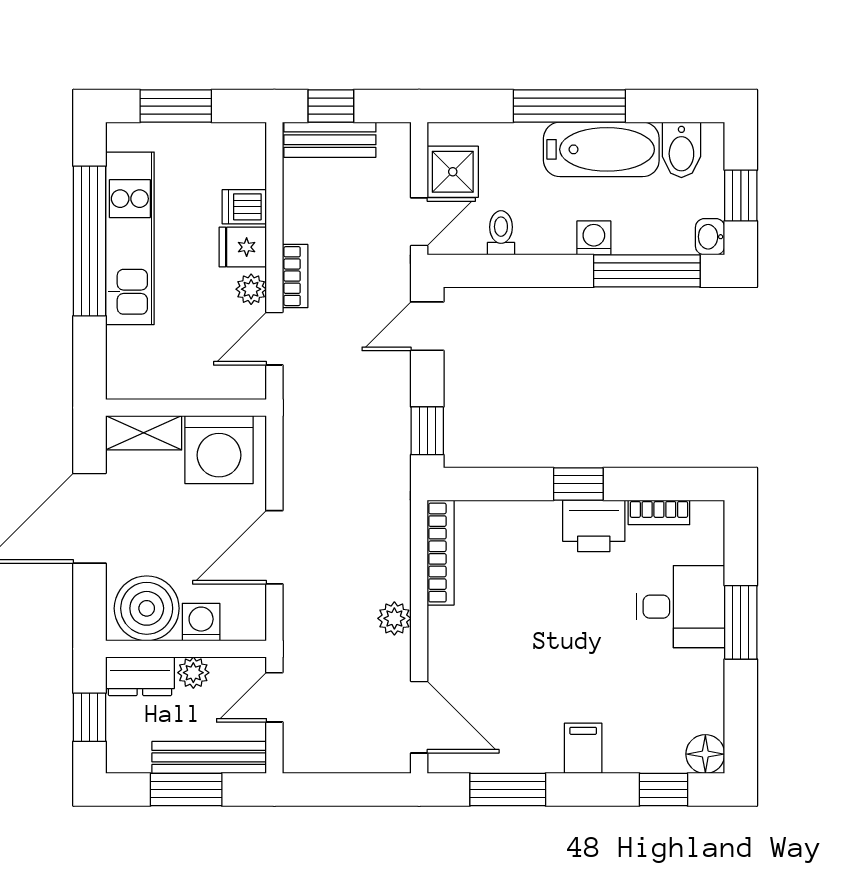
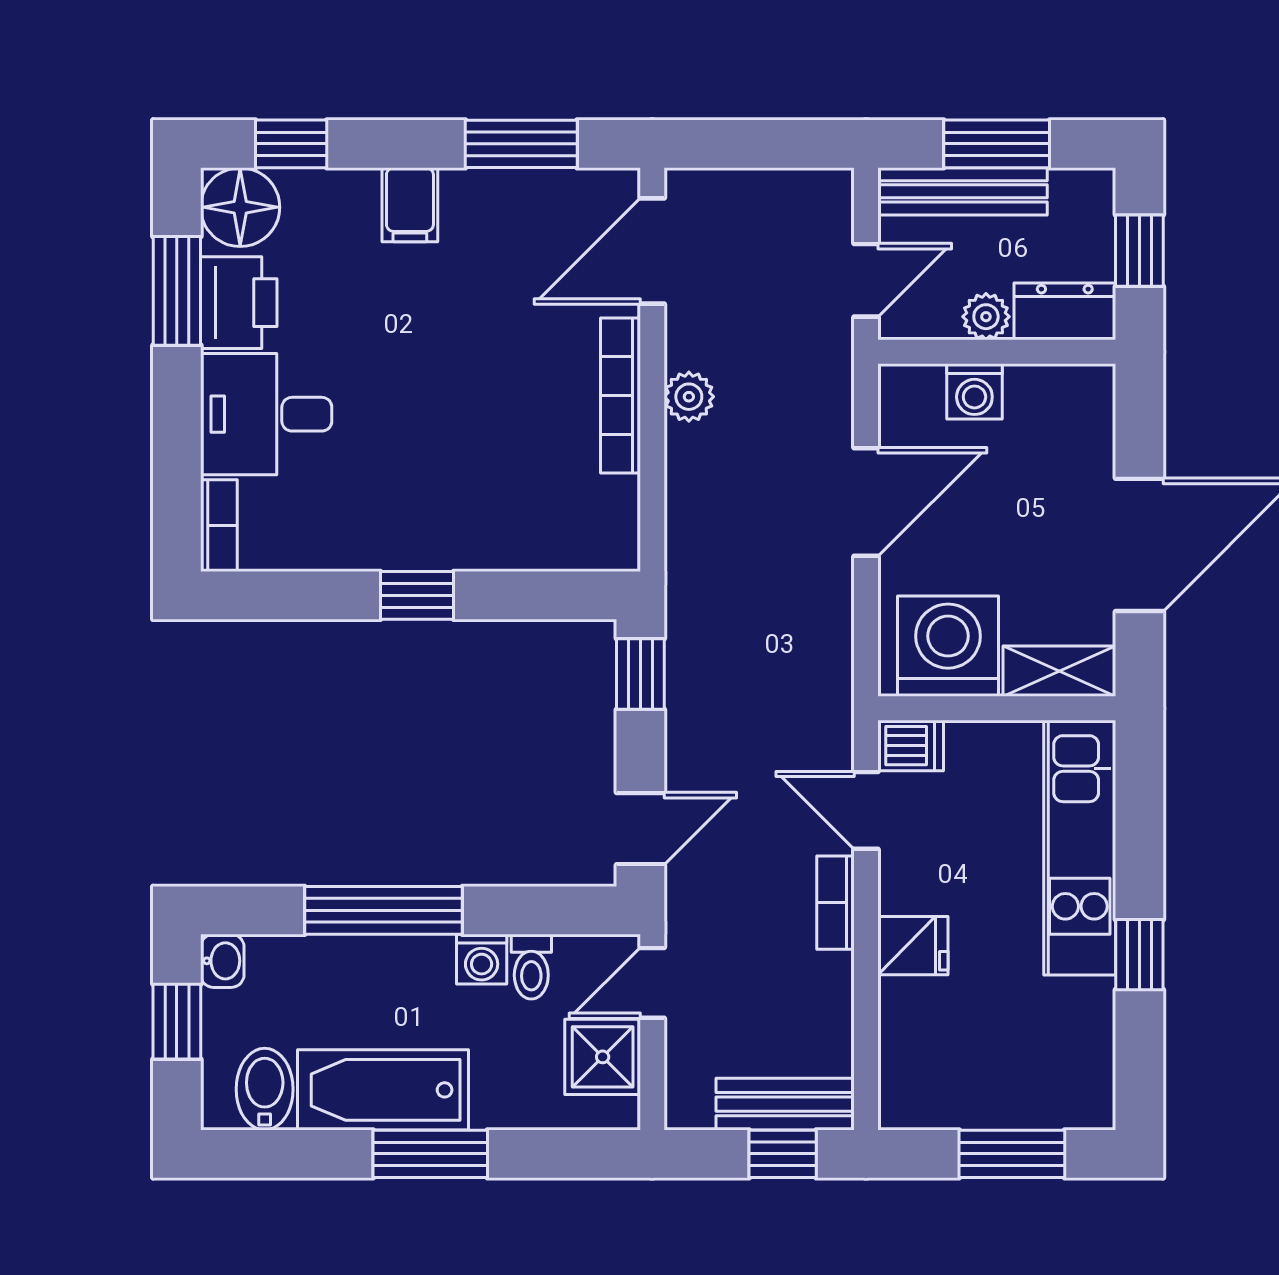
window: (569, 106) -> (430, 1154), width x0.69
dishwasher: (244, 207) -> (911, 746), moved
kitchen unit: (130, 238) -> (1080, 848), moved
washing machine: (594, 238) -> (482, 959), moved
window: (89, 241) -> (1139, 955), width x0.32
window: (647, 271) -> (384, 910), moved
plant: (251, 289) -> (901, 883), removed
door: (274, 339) -> (866, 810), swing flipped
bookcase: (659, 512) -> (219, 525), moved, turned 90
printer: (594, 526) -> (239, 303), moved, turned 90
bookcase: (441, 553) -> (620, 395), moved
boiler: (147, 608) -> (1055, 412), removed
window: (741, 622) -> (177, 291), moved
door: (419, 717) -> (652, 251), hinge flipped
floor lamp: (705, 754) -> (240, 207), width x1.38, depth x1.38

